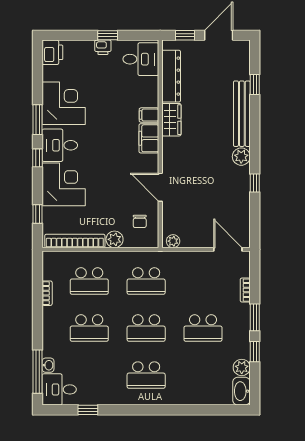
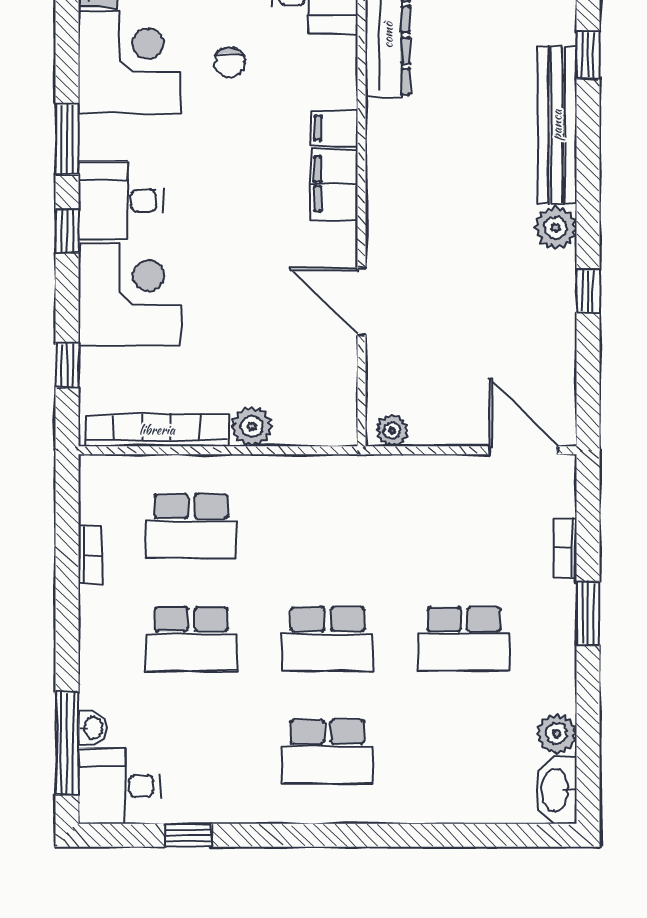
corner desk: (64, 103) -> (130, 62), moved
wardrobe: (171, 120) -> (388, 139), removed
chair: (140, 221) -> (230, 62), moved
school desk: (146, 281) -> (328, 526), removed
window: (255, 352) -> (588, 695), removed

